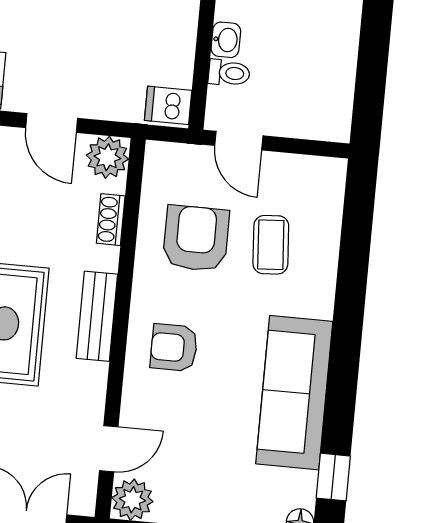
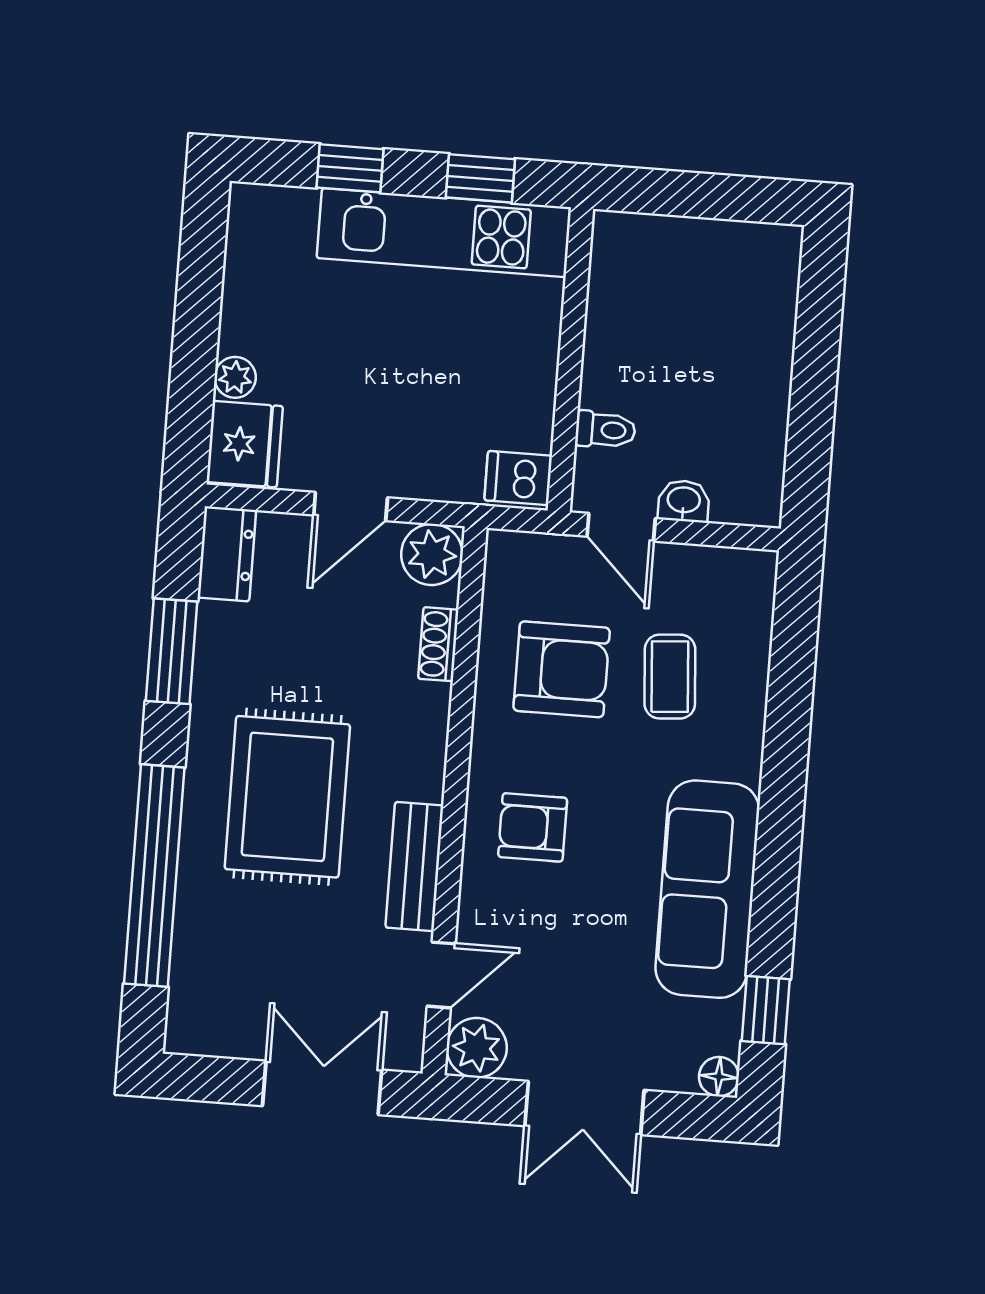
washbasin: (226, 40) -> (684, 501), moved, turned -90
door: (52, 123) -> (351, 506), hinge flipped
armchair: (196, 238) -> (562, 669), turned 90
bench: (97, 316) -> (414, 867), moved

